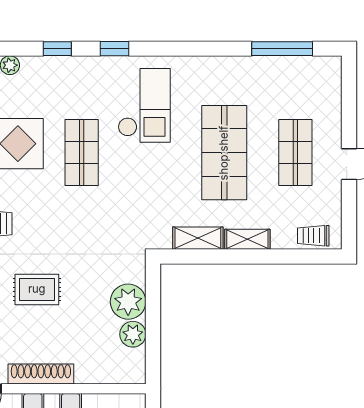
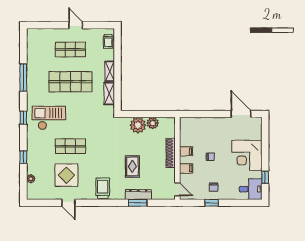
window: (115, 49) -> (23, 118), moved
window: (282, 49) -> (23, 78), moved
shoe rack: (41, 374) -> (171, 153), moved

